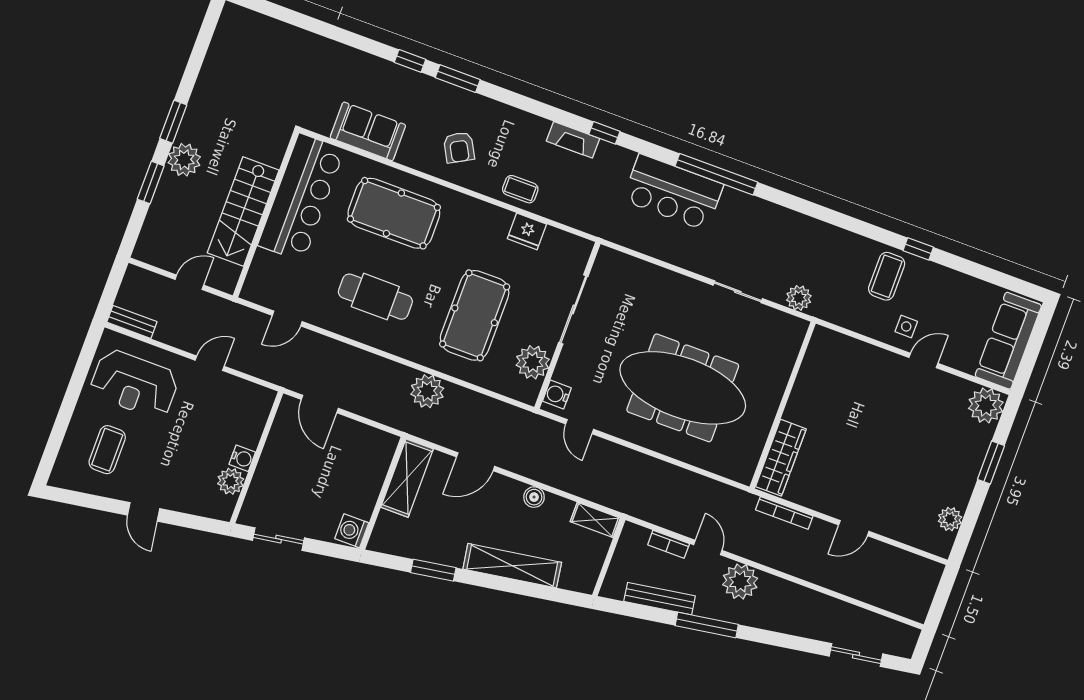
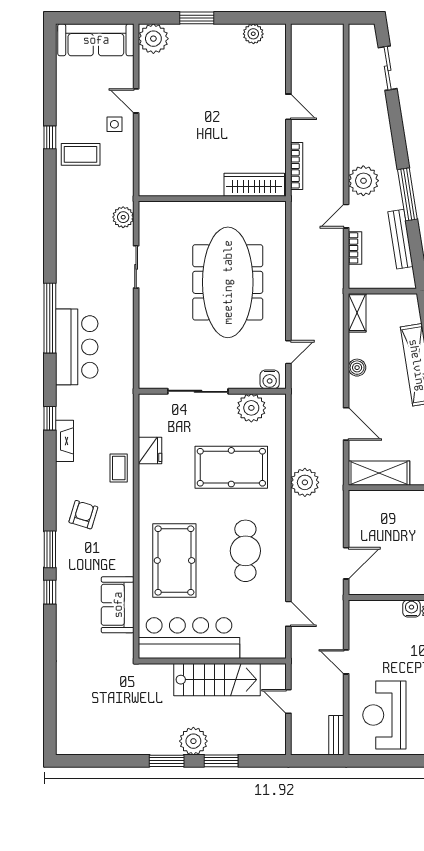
armchair: (459, 147) -> (83, 515), moved, turned -44
reception desk: (134, 384) -> (384, 715), turned 180

